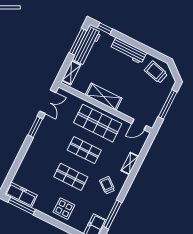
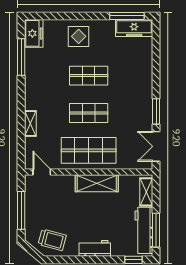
workbench: (128, 51) -> (95, 248), width x0.73
door: (139, 125) -> (42, 172), hinge flipped
trolley: (107, 185) -> (43, 87), removed

